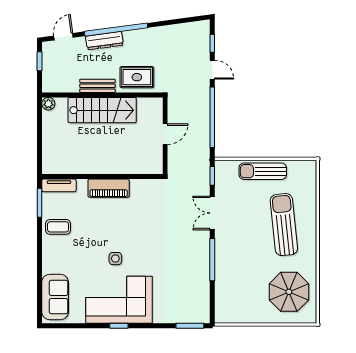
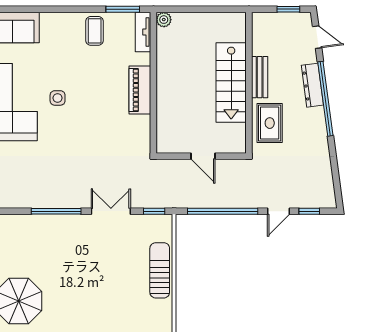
plant: (48, 104) -> (164, 20), moved
sun lounger: (284, 225) -> (97, 295), removed

